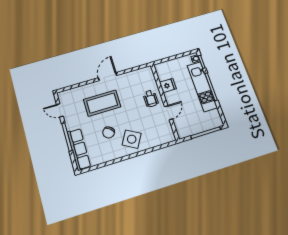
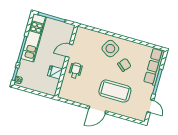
kitchen unit: (202, 86) -> (34, 38), moved

